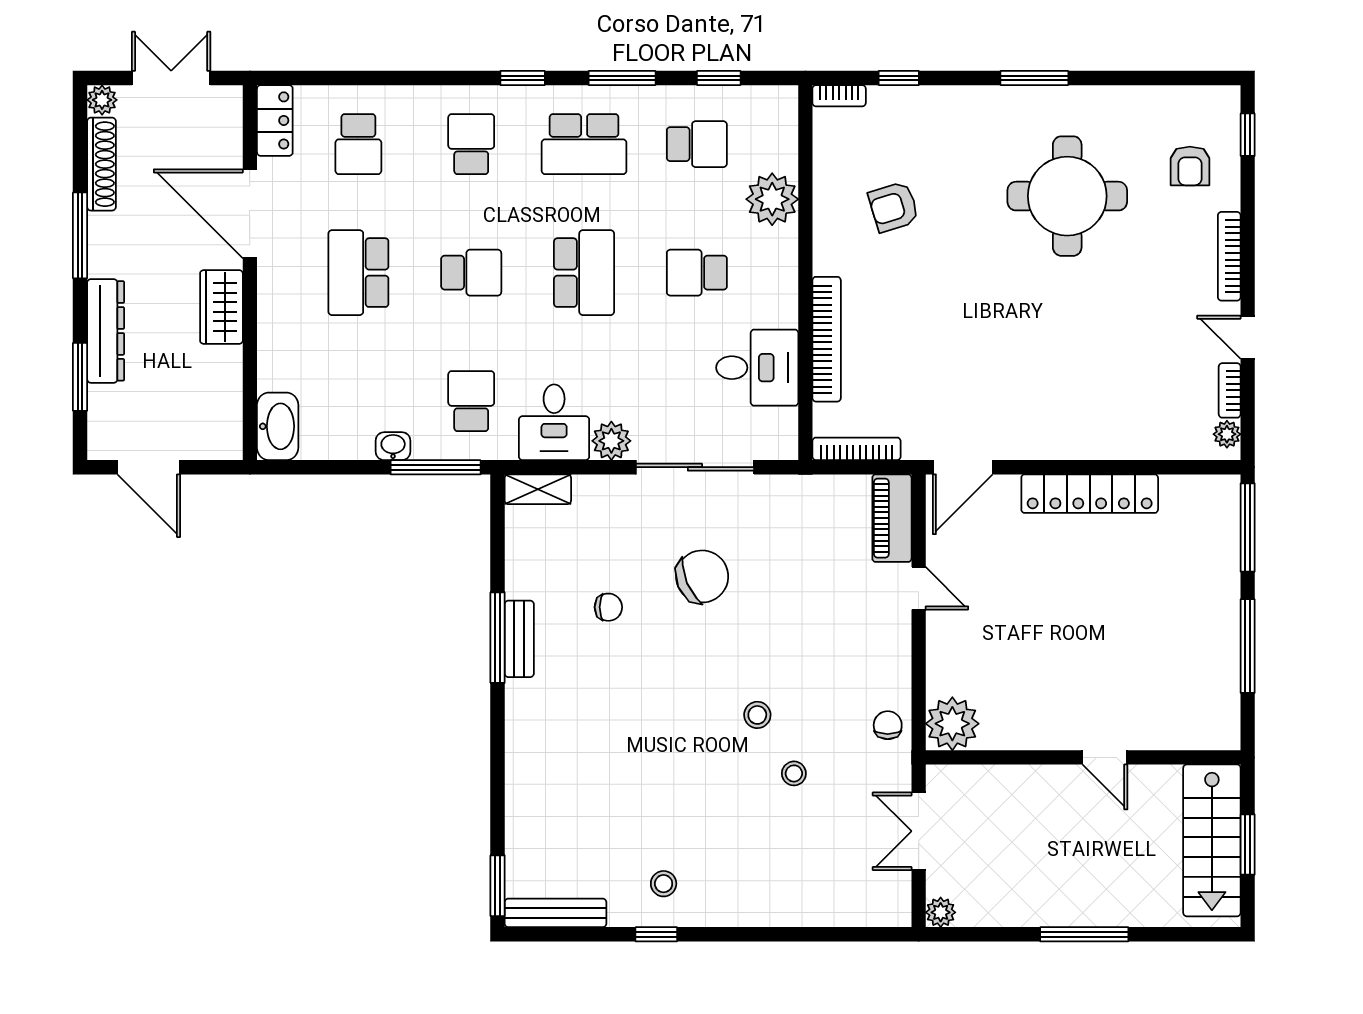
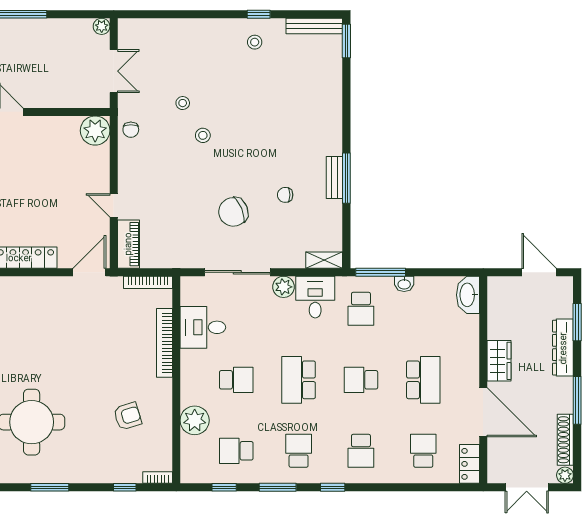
school desk: (584, 144) -> (299, 451), width x0.54

